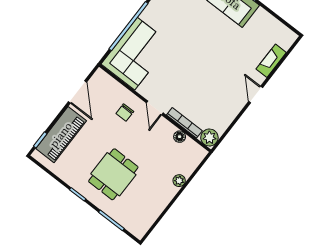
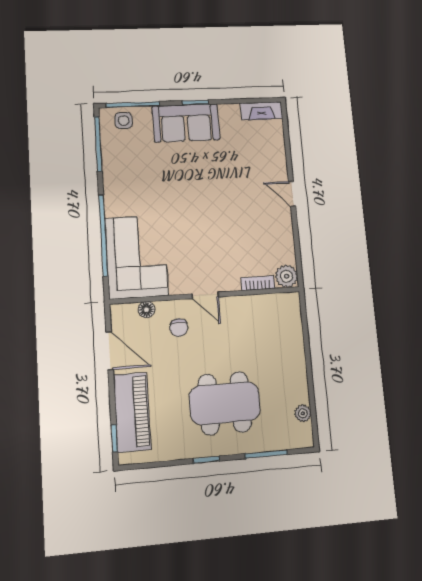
fireplace: (271, 61) -> (261, 111), moved, turned -90
bookcase: (184, 123) -> (258, 283), width x0.64
floor lamp: (180, 137) -> (146, 310), moved
dining table: (113, 174) -> (225, 403), width x1.38
plant: (179, 181) -> (303, 413), moved

